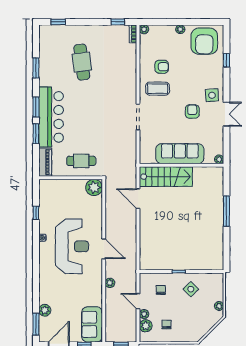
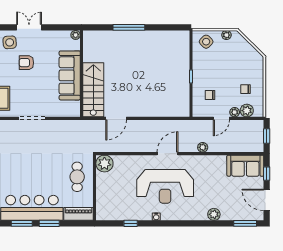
reception desk: (72, 246) -> (165, 186), turned 180
side table: (191, 289) -> (206, 42), moved
plant: (45, 310) -> (214, 214), moved

